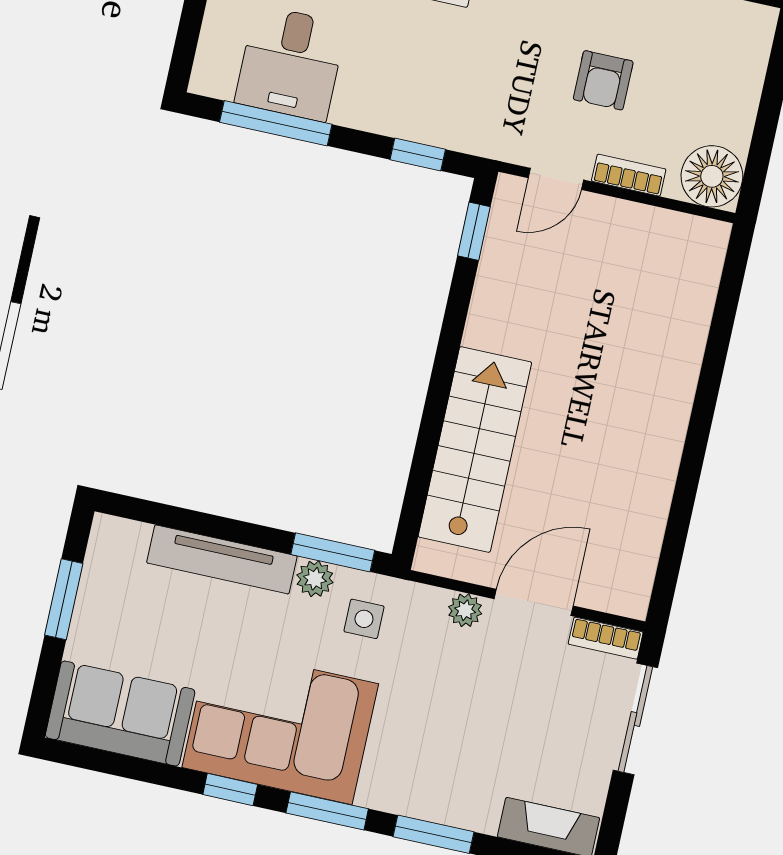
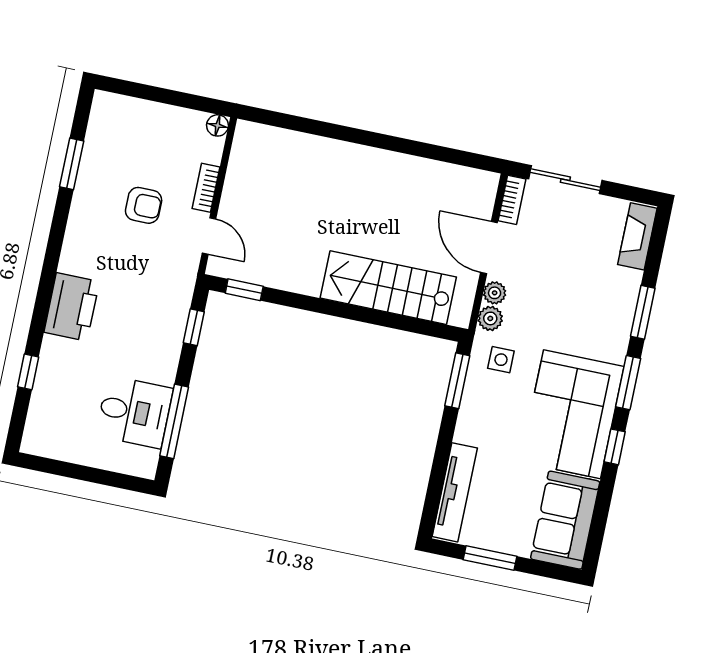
floor lamp: (712, 176) -> (218, 125), width x0.53, depth x0.53
tv unit: (222, 559) -> (455, 492), moved
plant: (315, 579) -> (490, 318), moved

